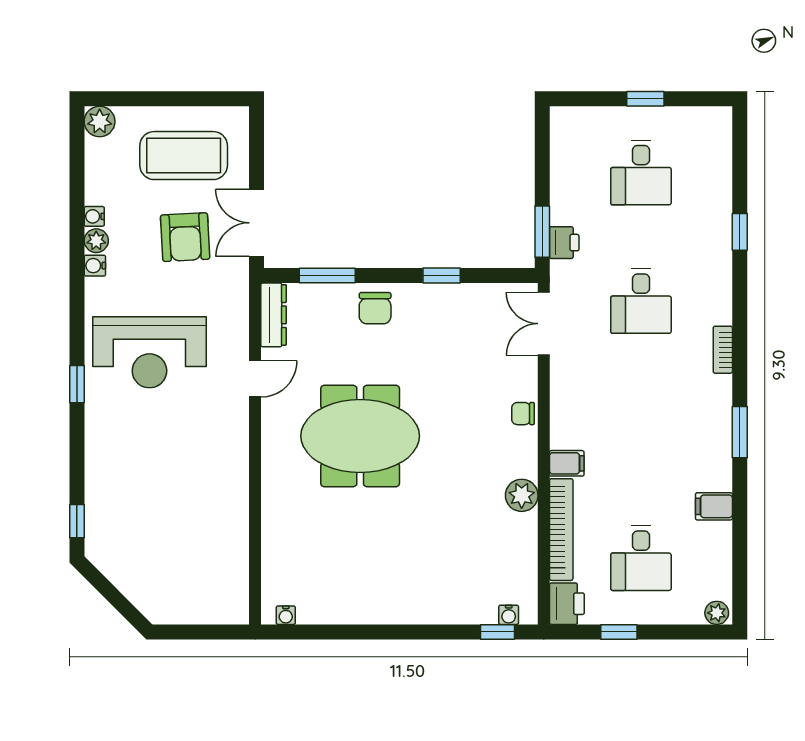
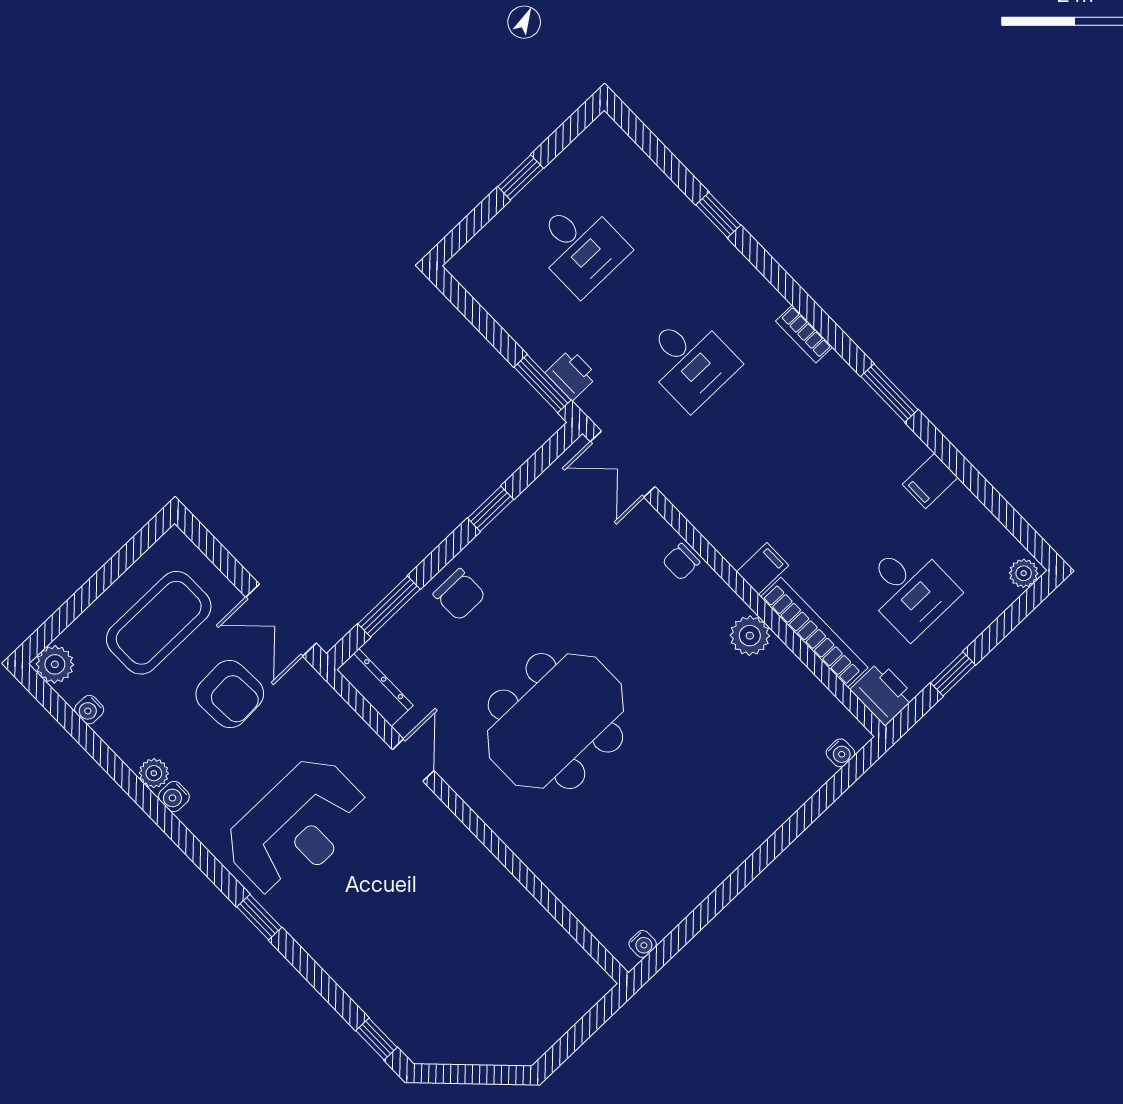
water cooler: (94, 216) -> (89, 710), moved
window: (497, 632) -> (845, 778), removed

